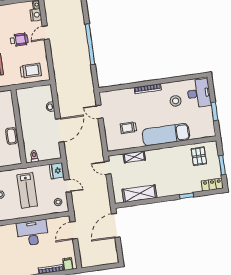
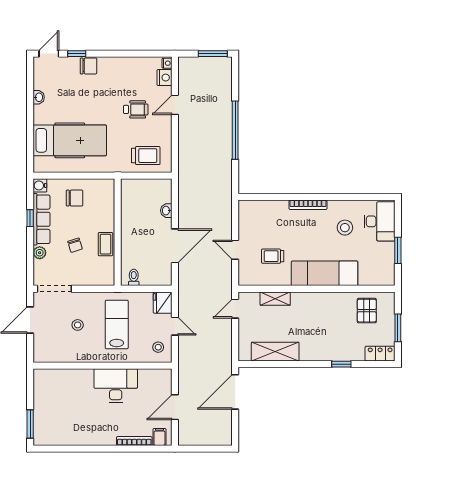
door: (100, 112) -> (235, 250), moved
door: (108, 168) -> (235, 309), hinge flipped
lab bench: (27, 190) -> (117, 324), turned 180
door: (74, 230) -> (175, 407), moved

